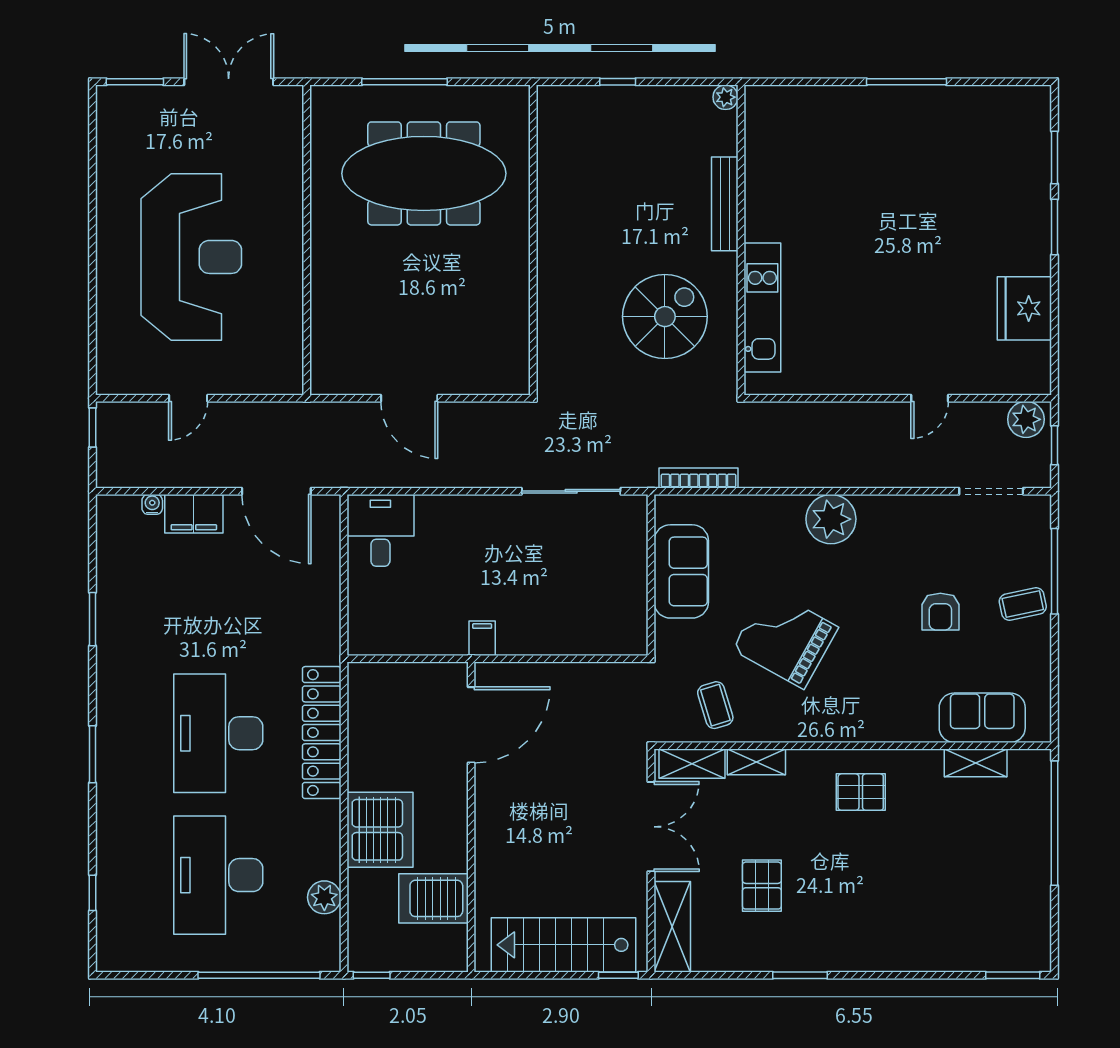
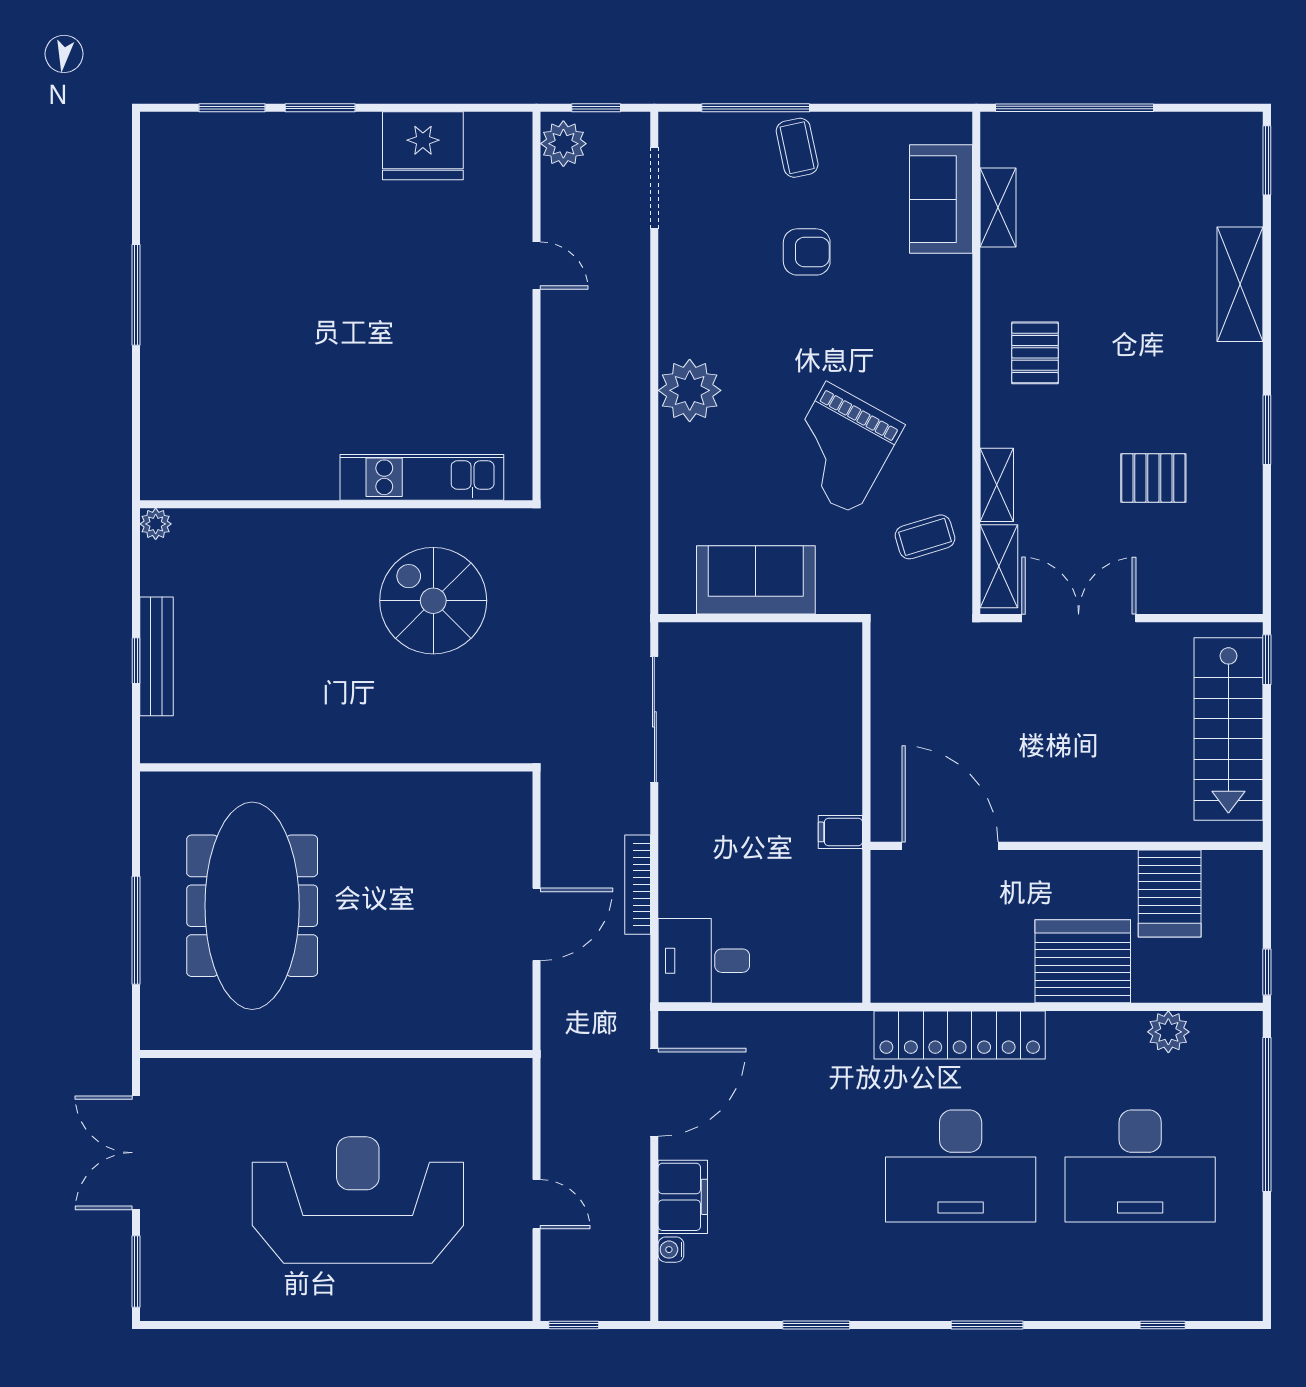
bench: (725, 204) -> (157, 656), moved, turned 90
bookcase: (699, 478) -> (638, 885), moved
shelving: (672, 927) -> (1240, 284), moved, turned 90

